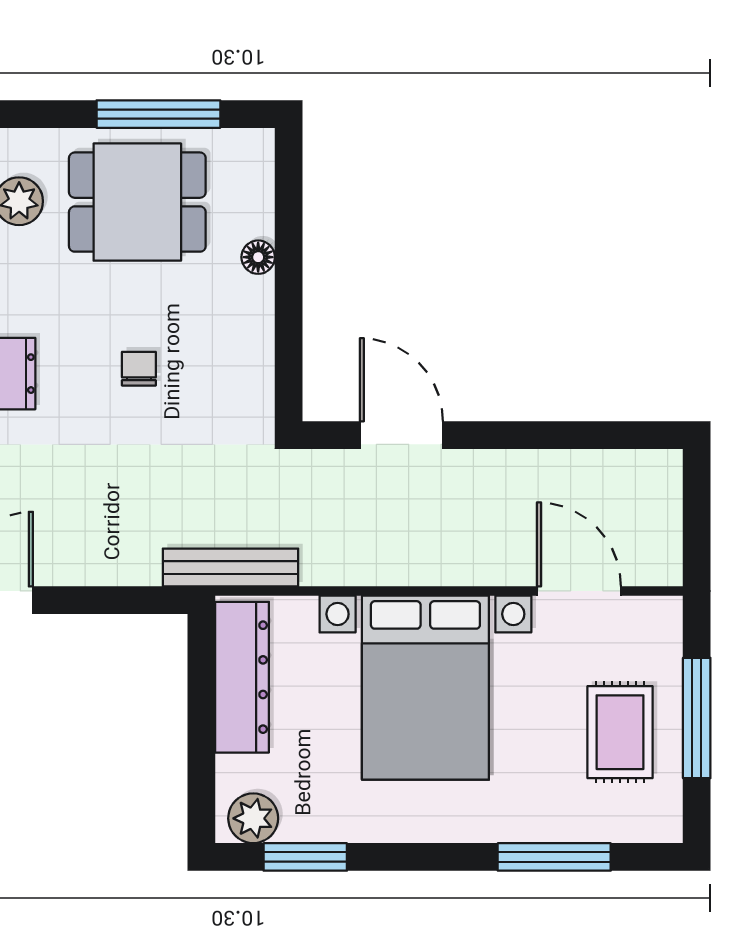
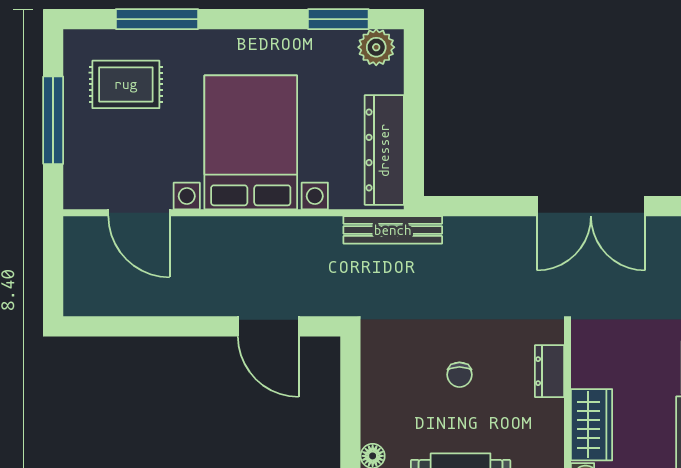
rug: (620, 732) -> (126, 84), moved, turned 90

